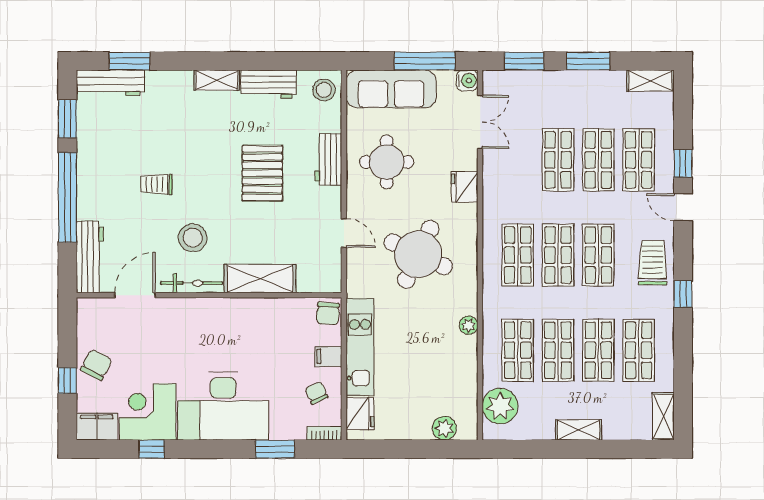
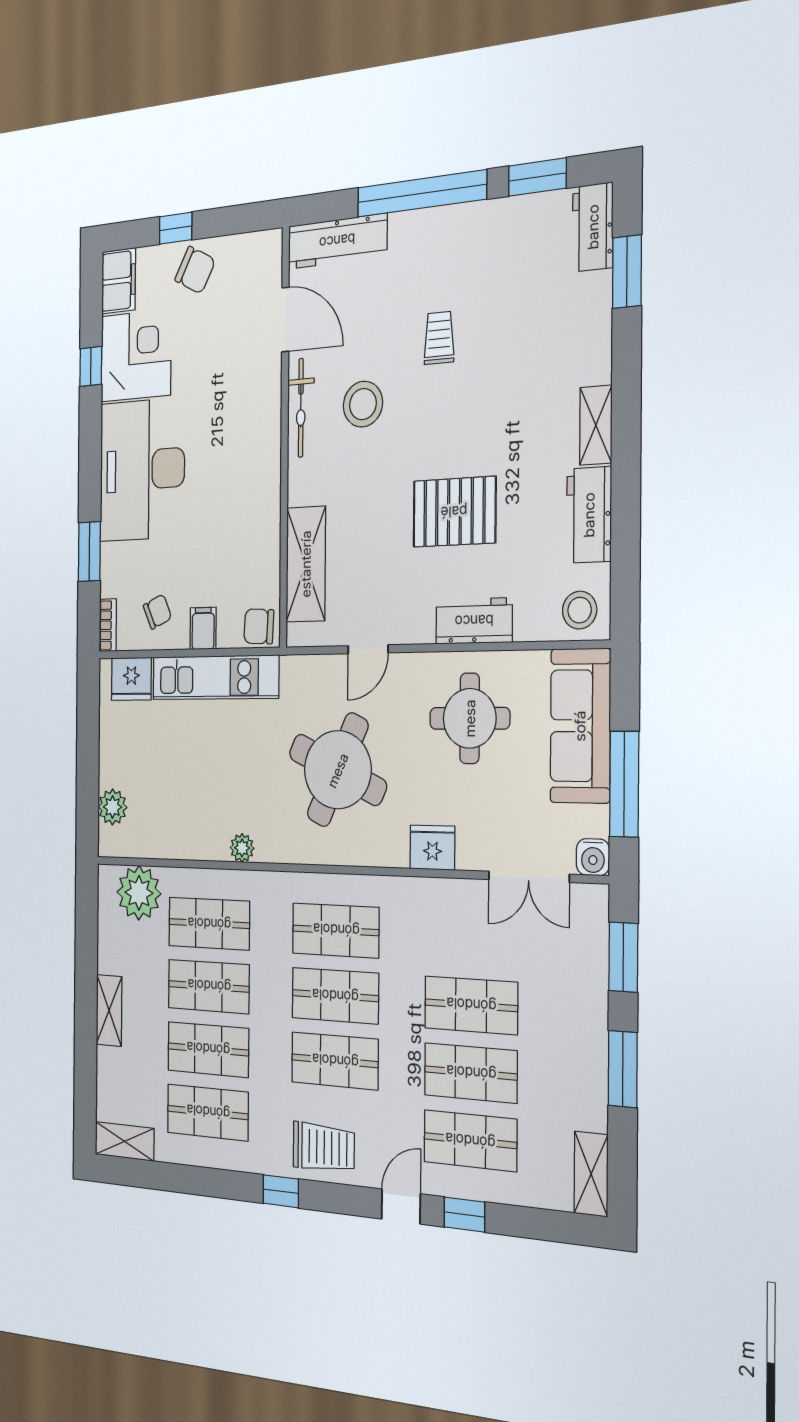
workbench: (111, 83) -> (593, 227), width x0.73
shelving: (260, 279) -> (306, 564), moved

